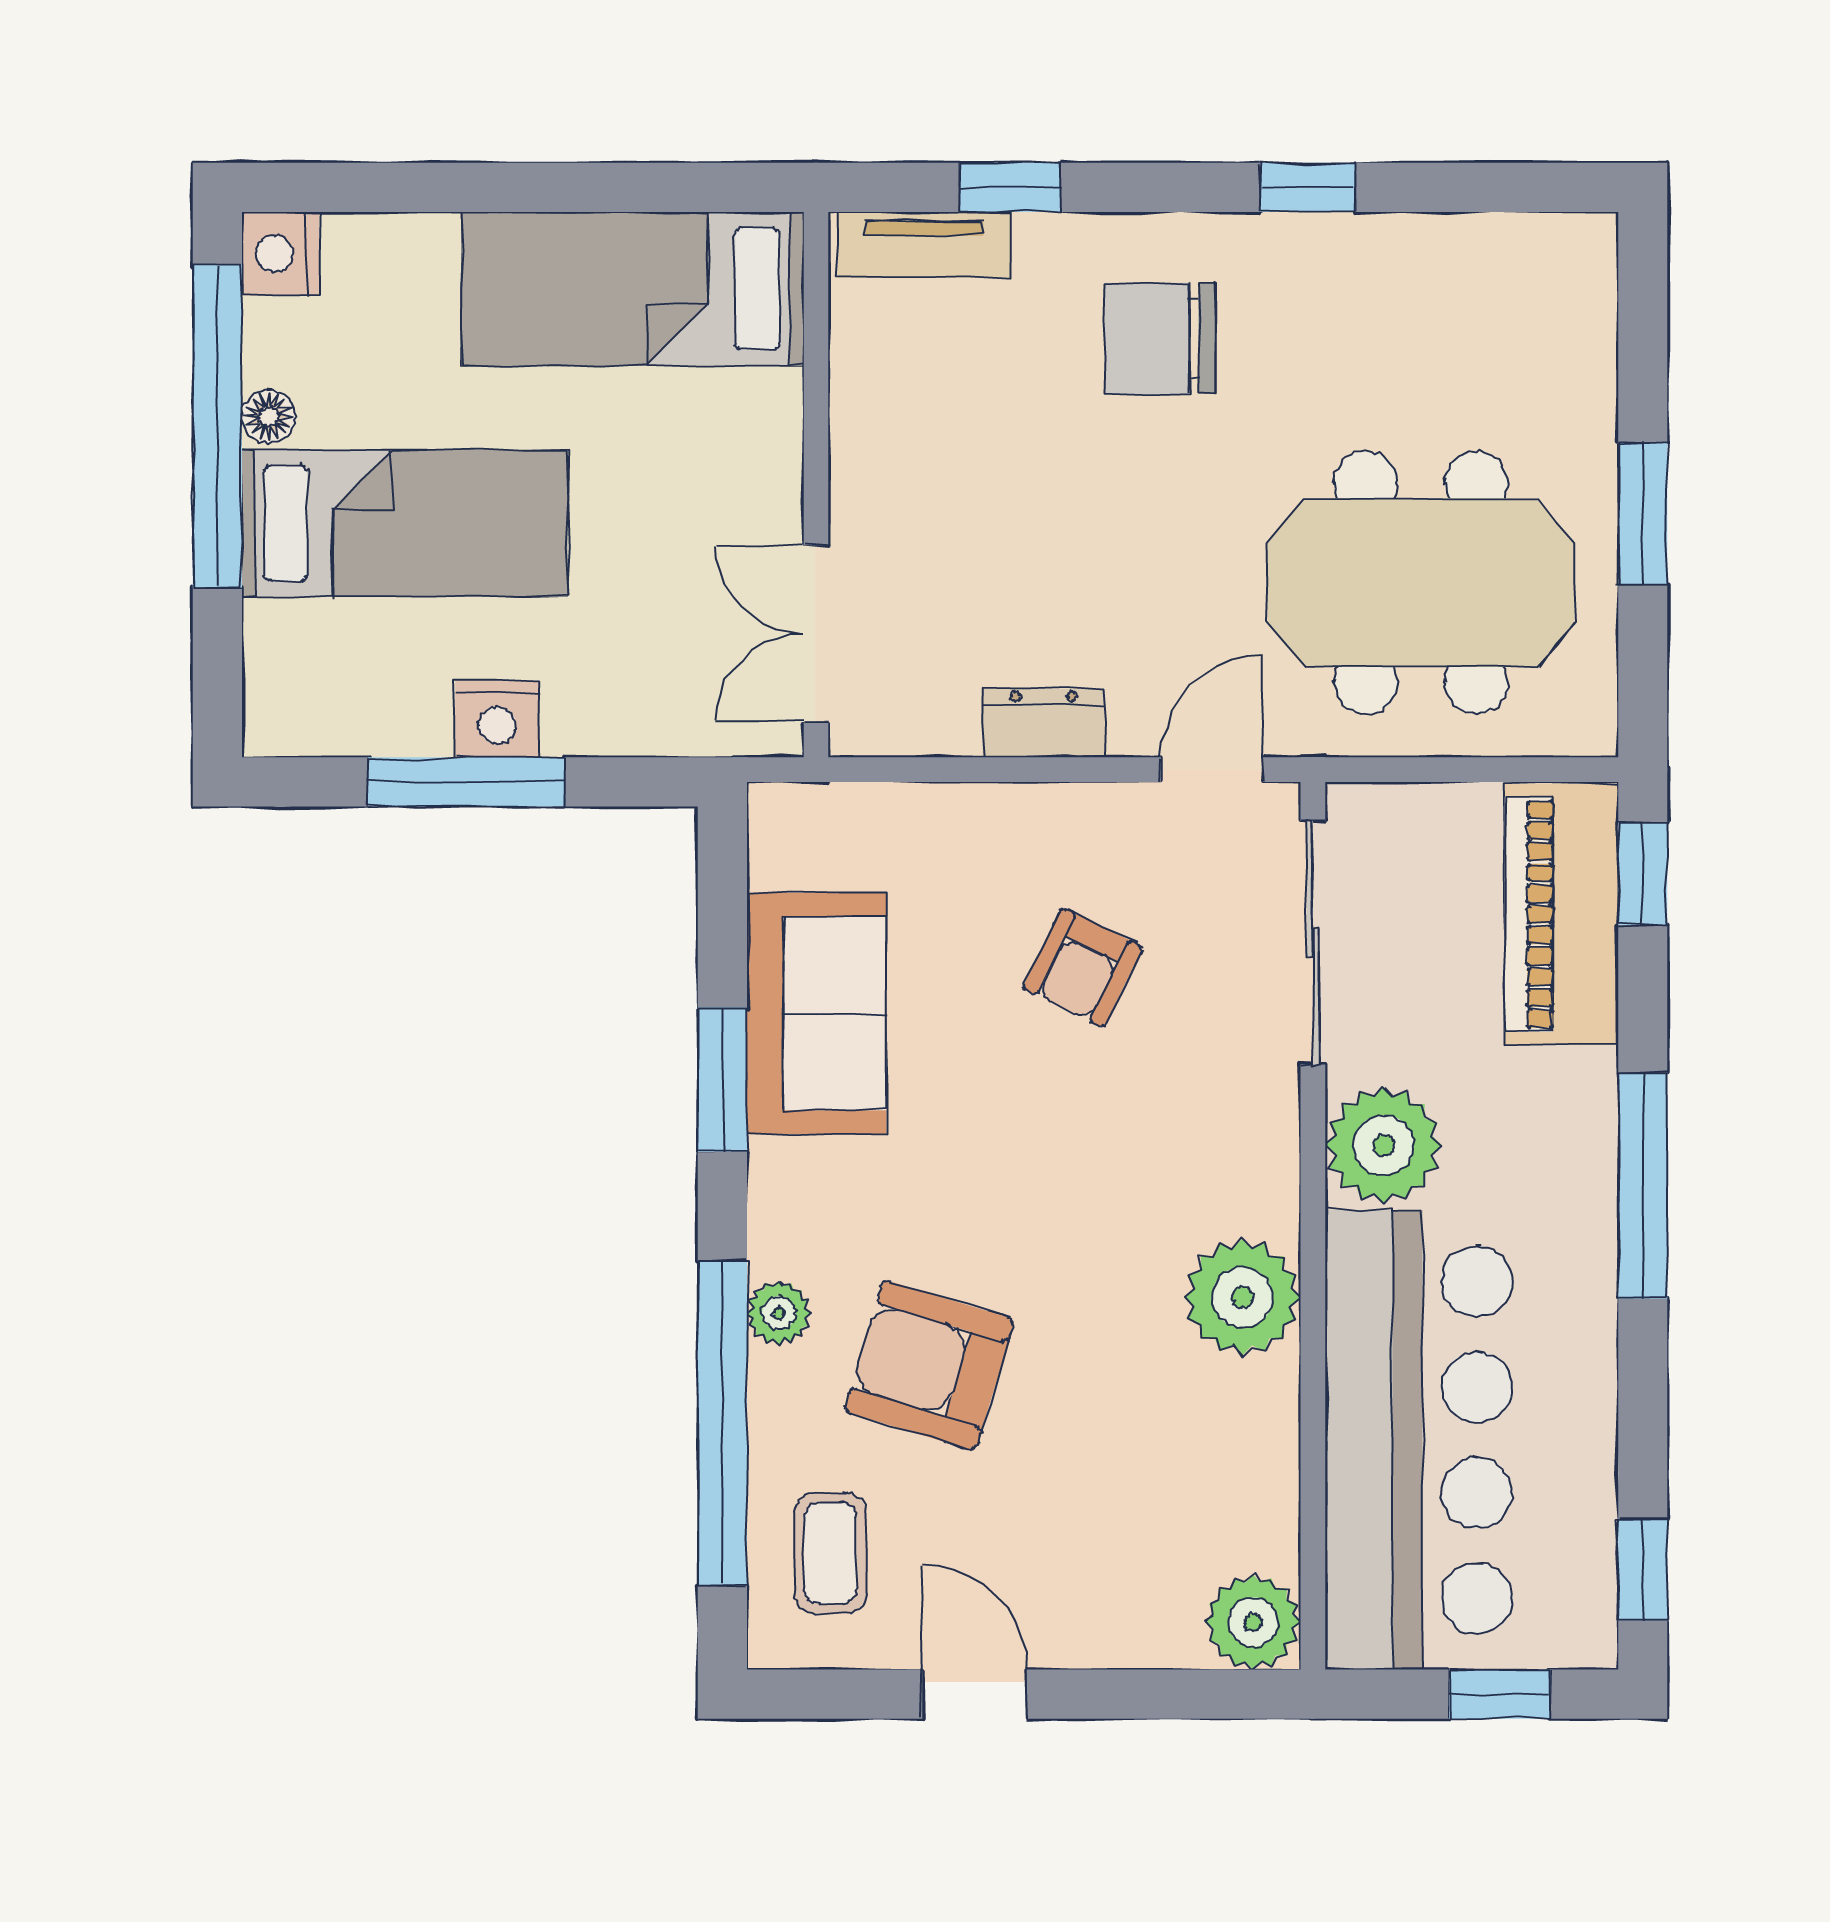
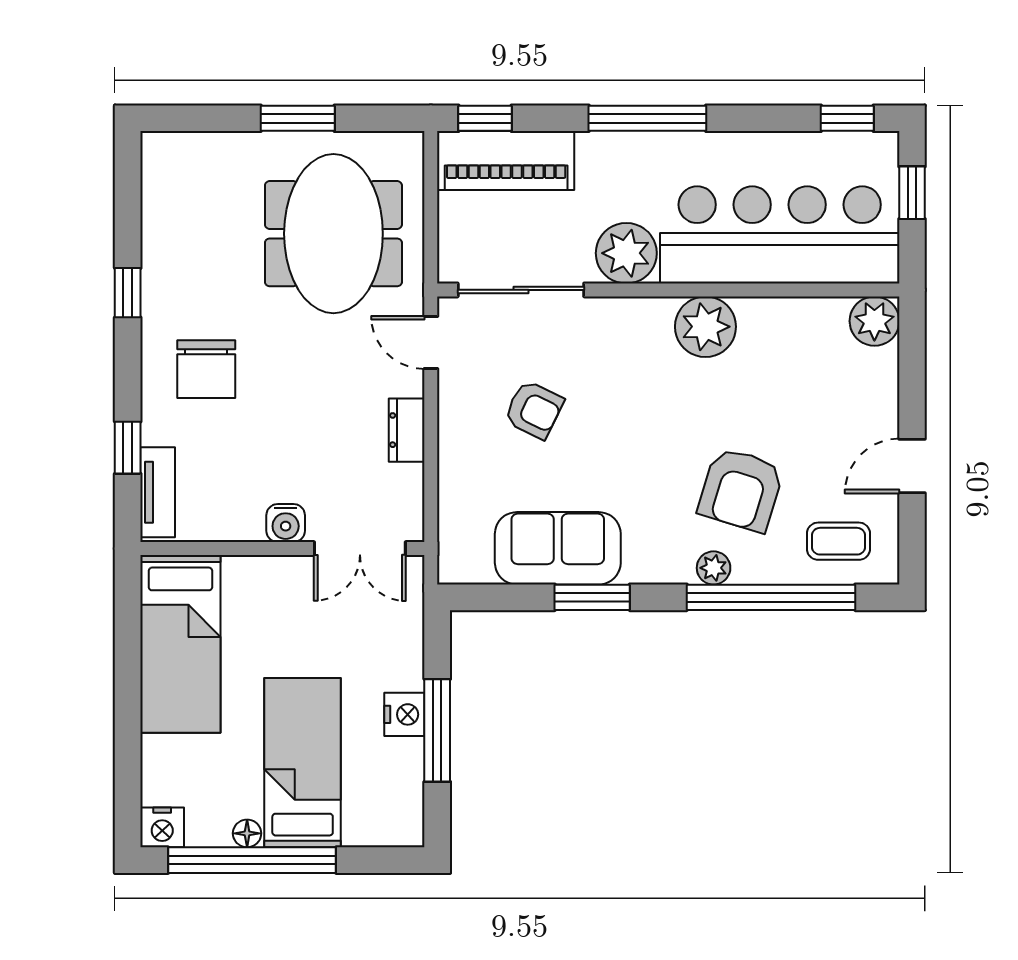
water cooler: (865, 491) -> (286, 523), added

